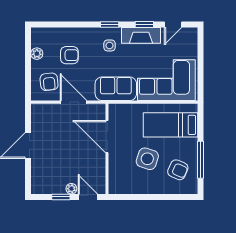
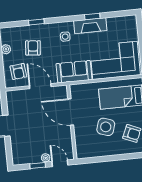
window: (110, 24) -> (36, 22), moved
door: (173, 24) -> (116, 14), removed
armchair: (69, 55) -> (33, 48), turned -85

